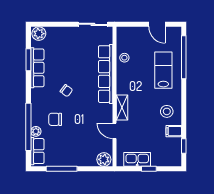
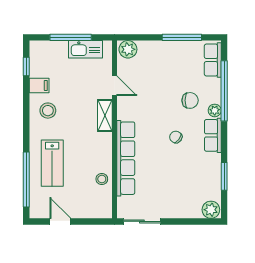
row of seats: (37, 68) -> (213, 135), moved, width x0.68
plant: (36, 131) -> (215, 110), moved
window: (149, 169) -> (71, 37), width x2.17

